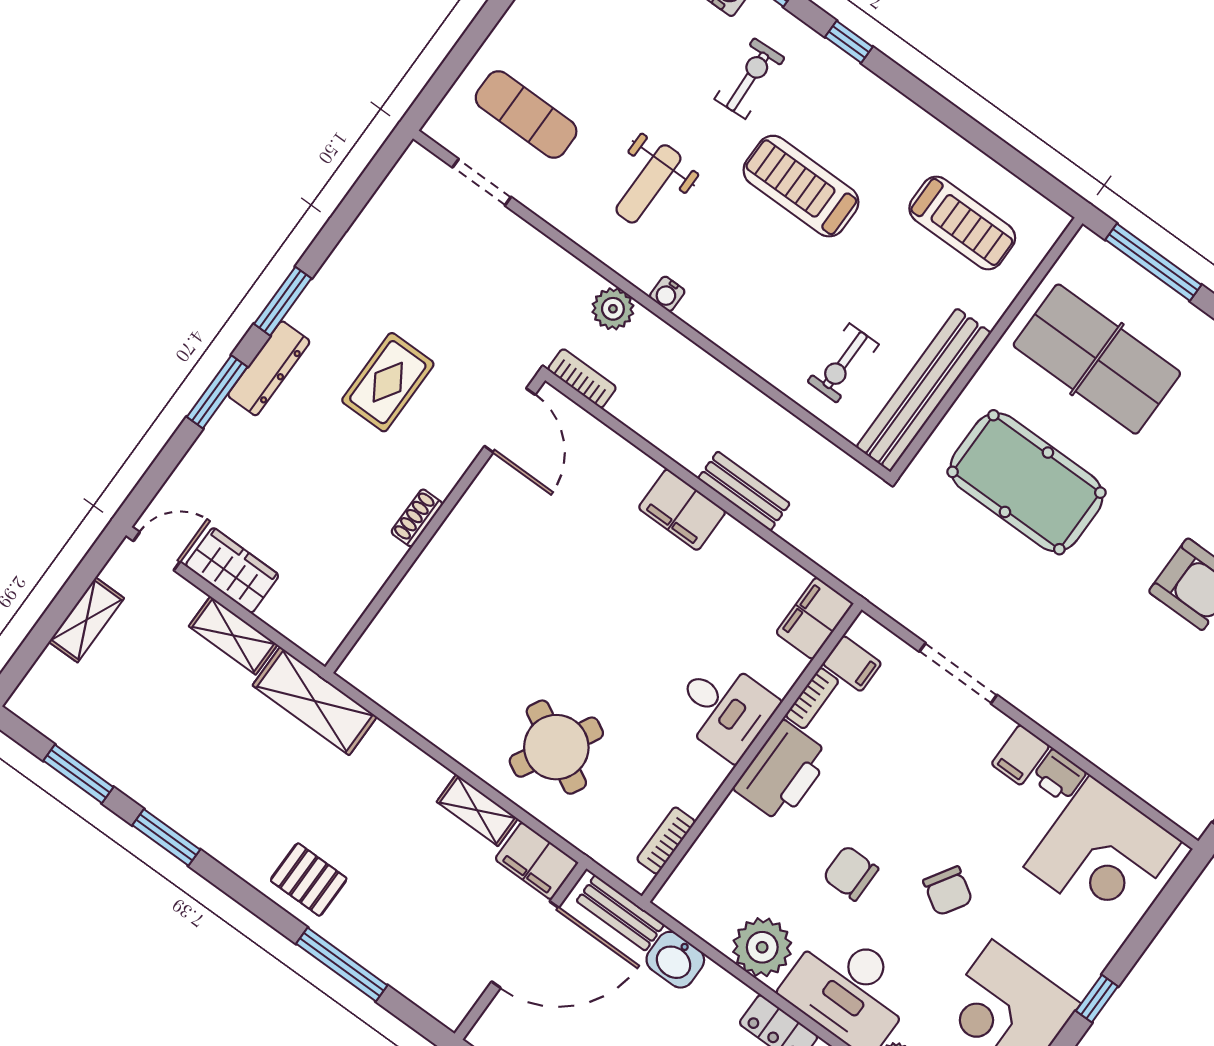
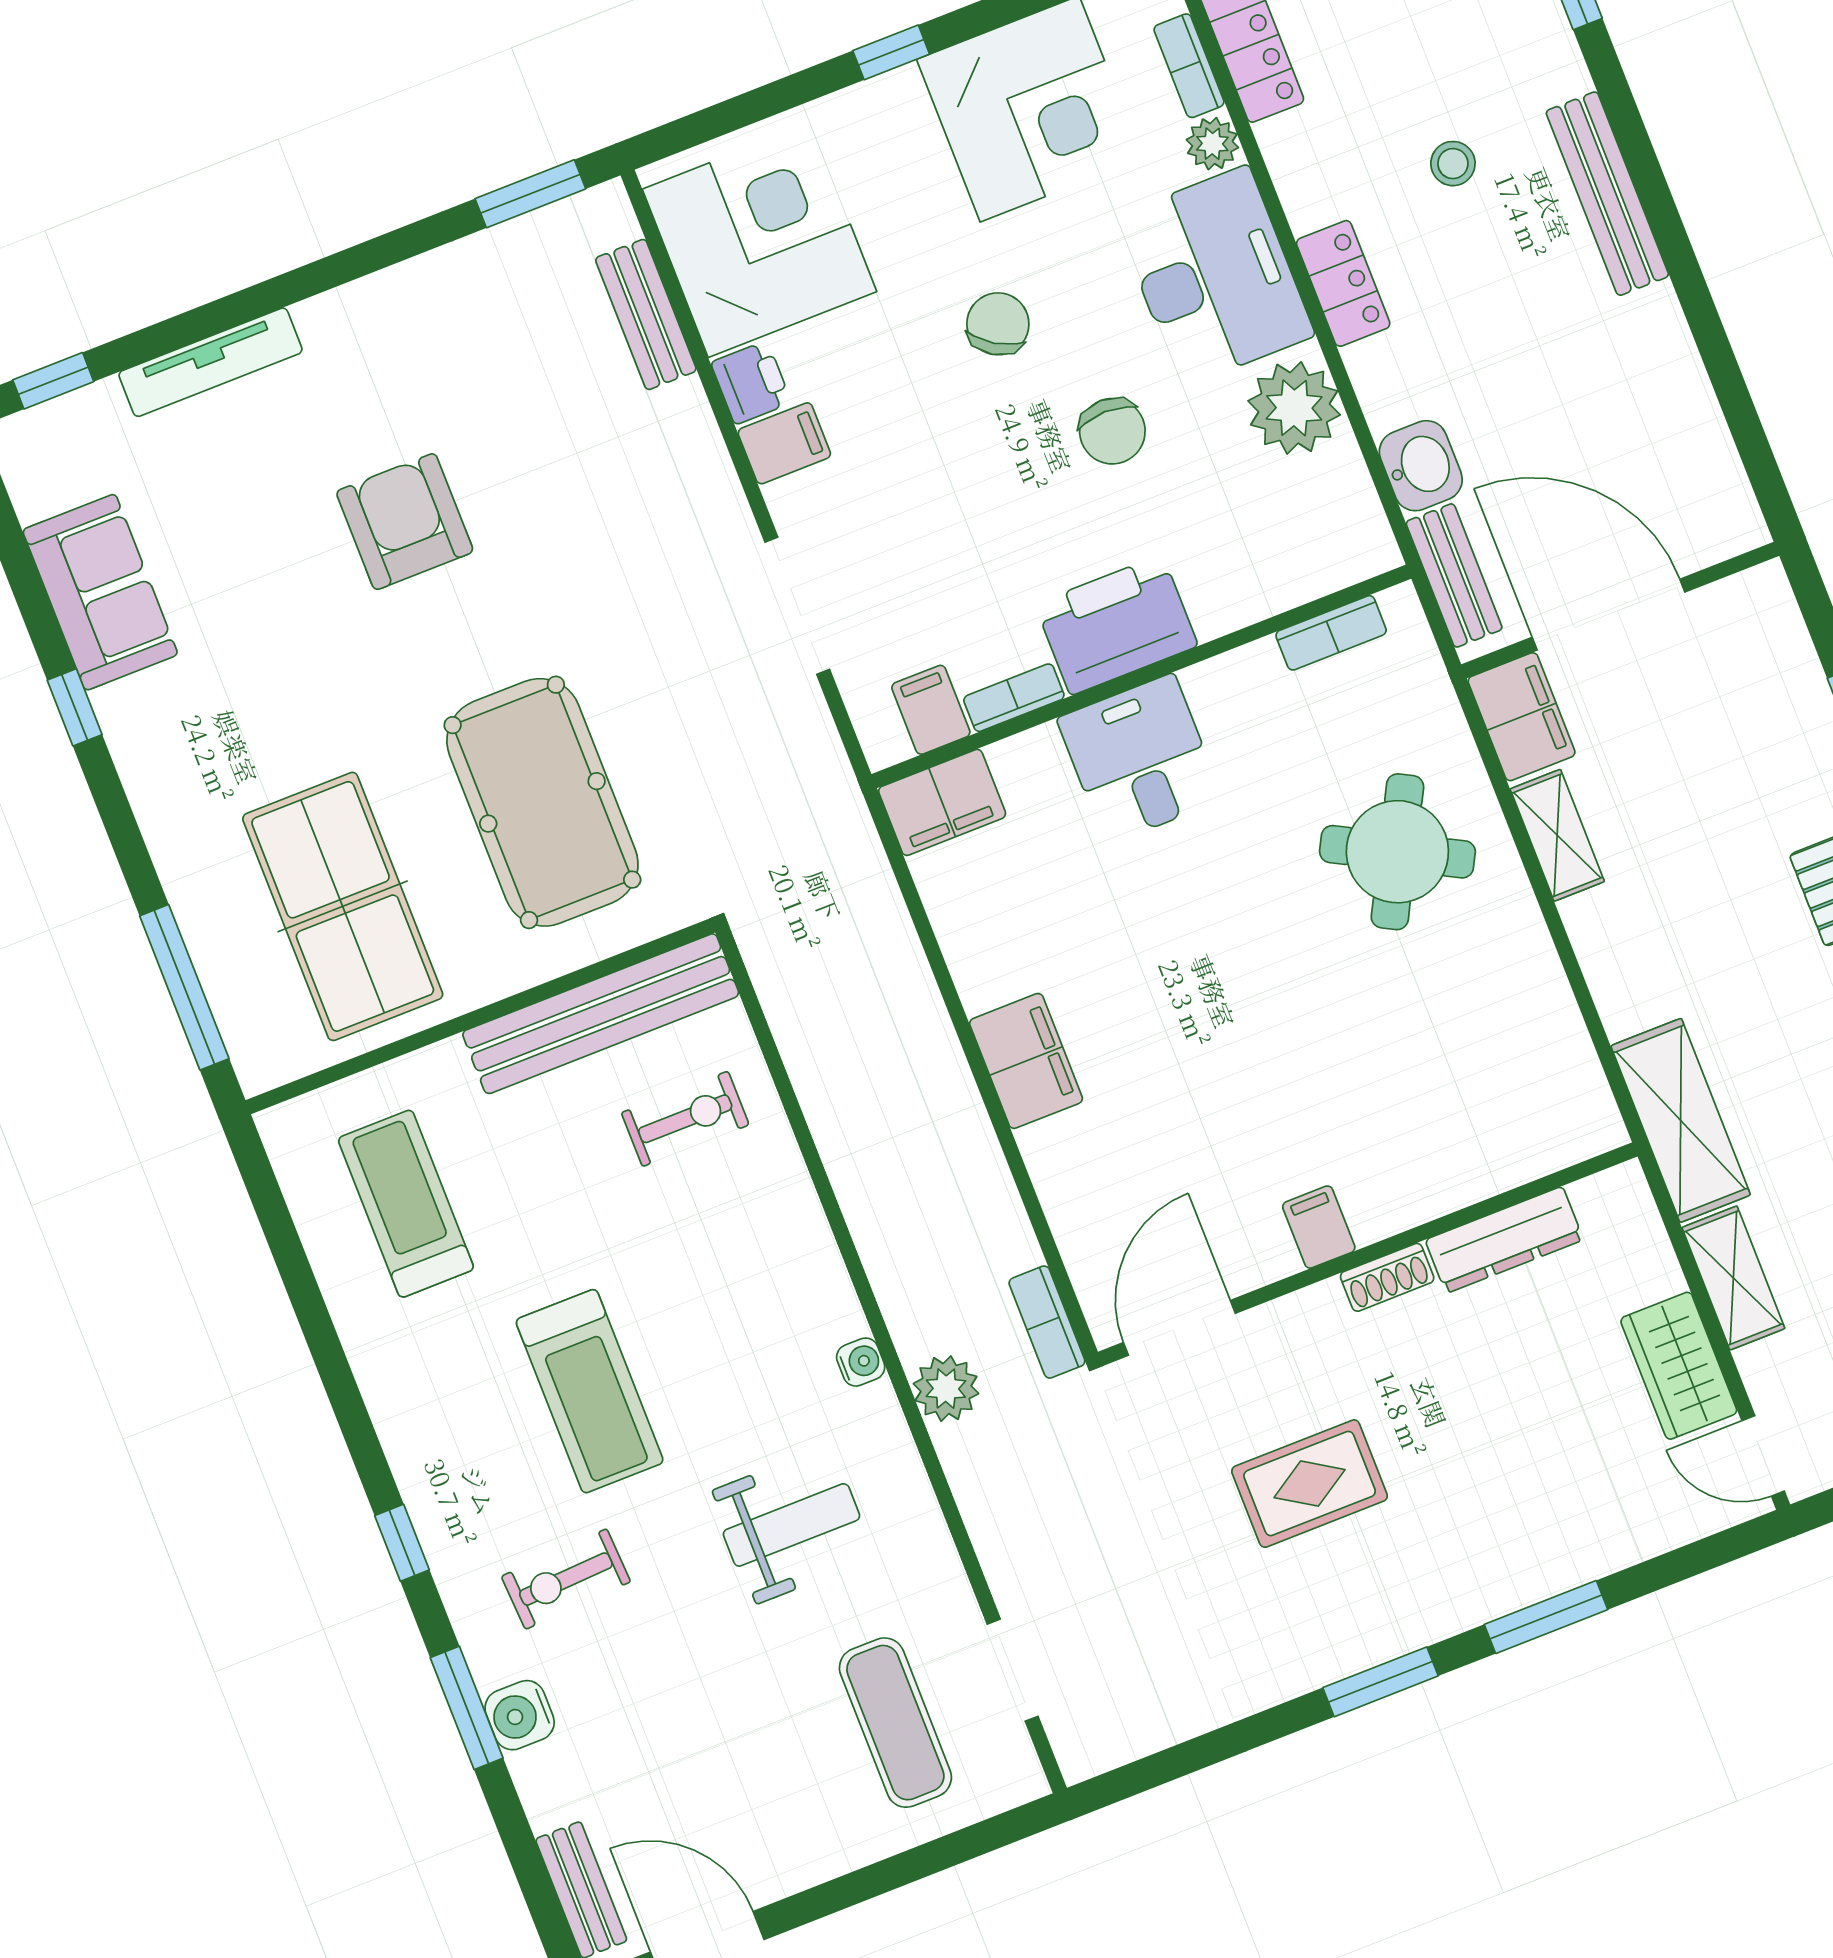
dresser: (269, 368) -> (1504, 1240), moved, turned 180
bench: (744, 491) -> (646, 314), moved
filing cabinet: (470, 521) -> (1319, 1227), added

